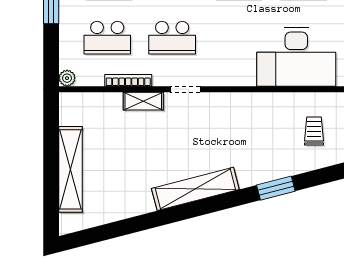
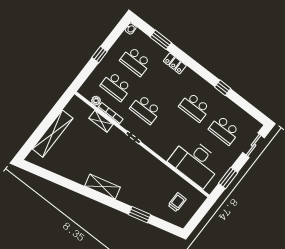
plant: (67, 78) -> (96, 101), moved
shelving: (143, 101) -> (101, 121), moved
shelving: (195, 189) -> (103, 187), width x0.68

